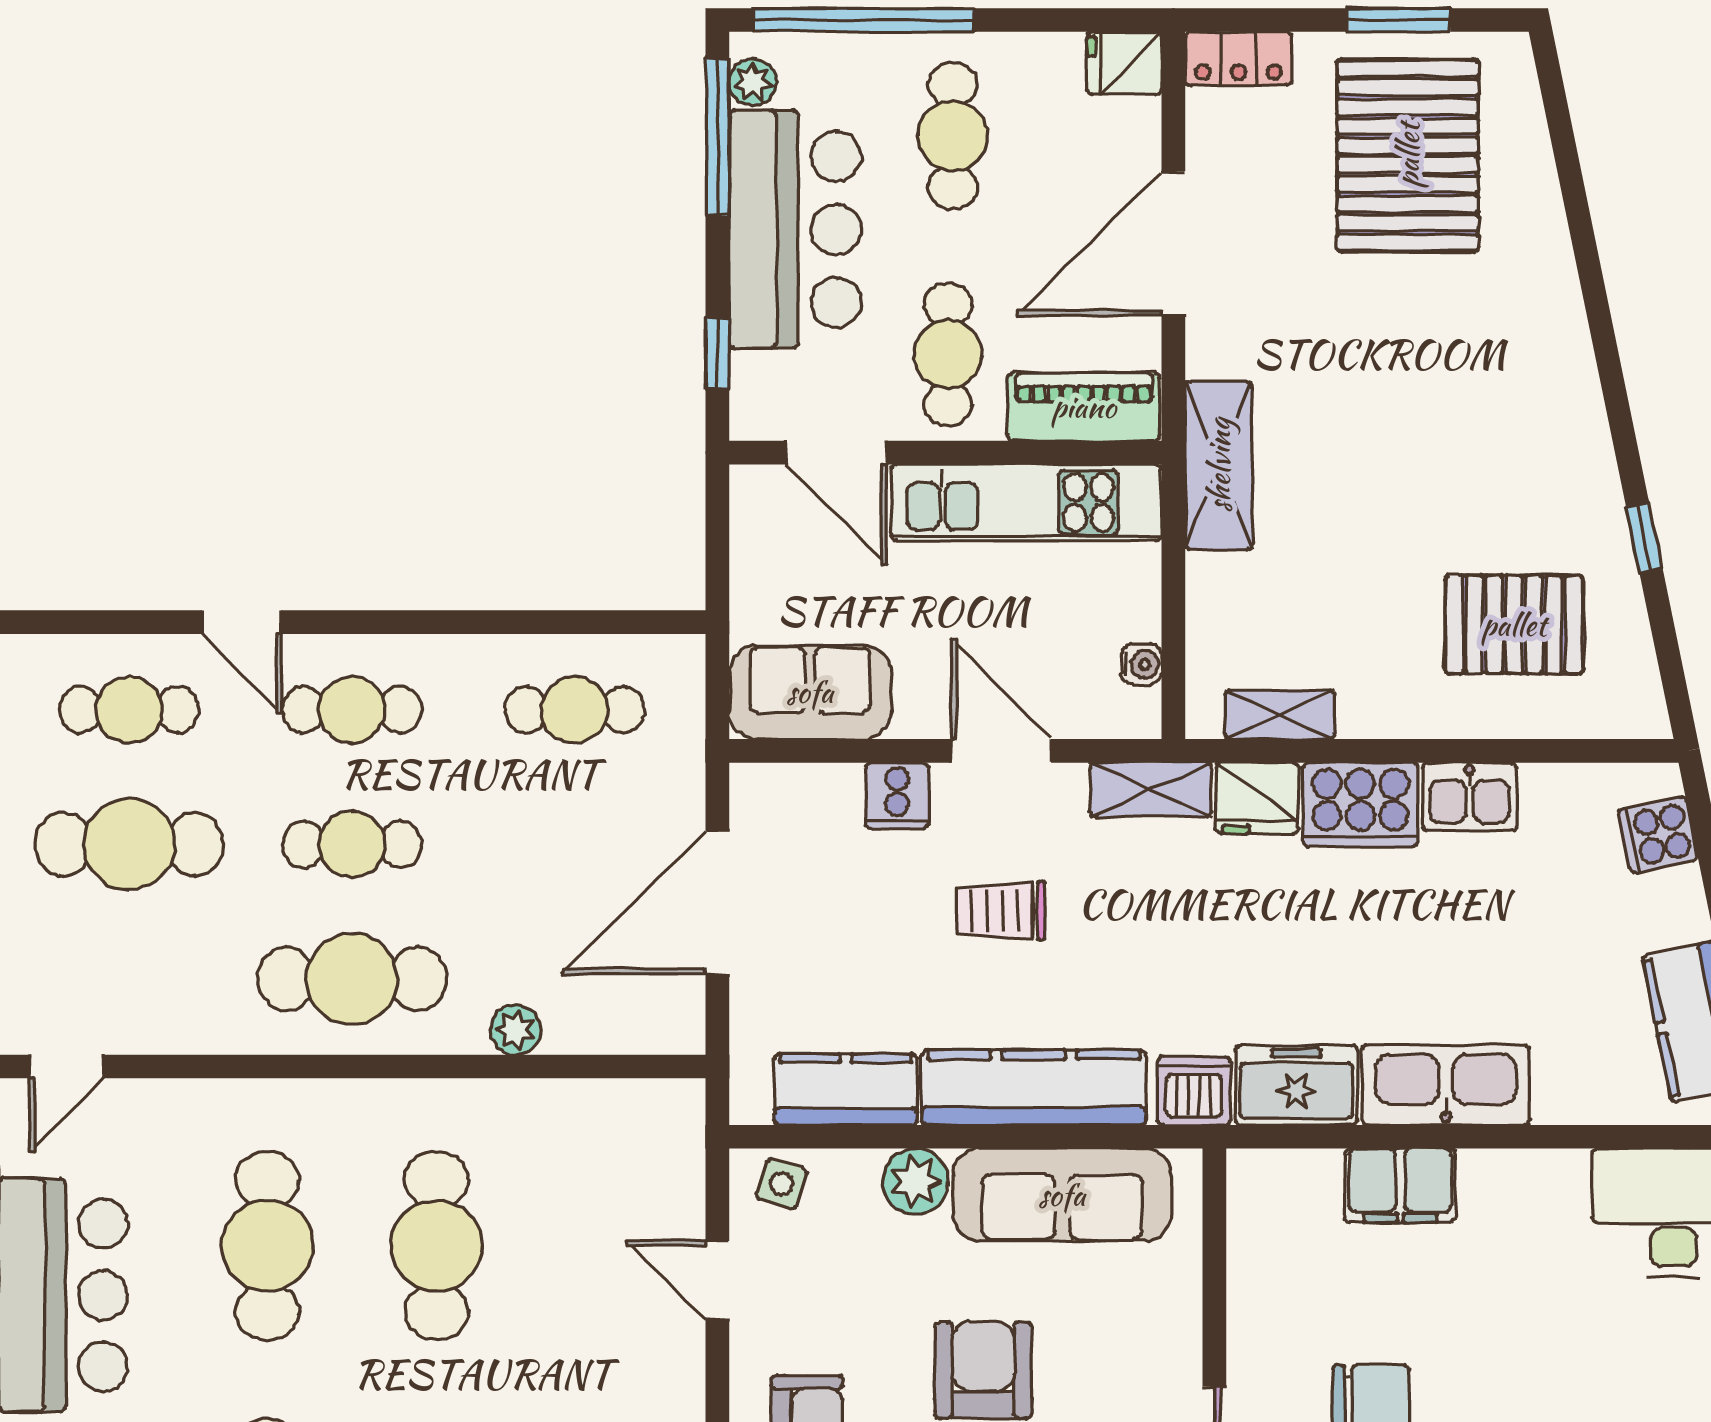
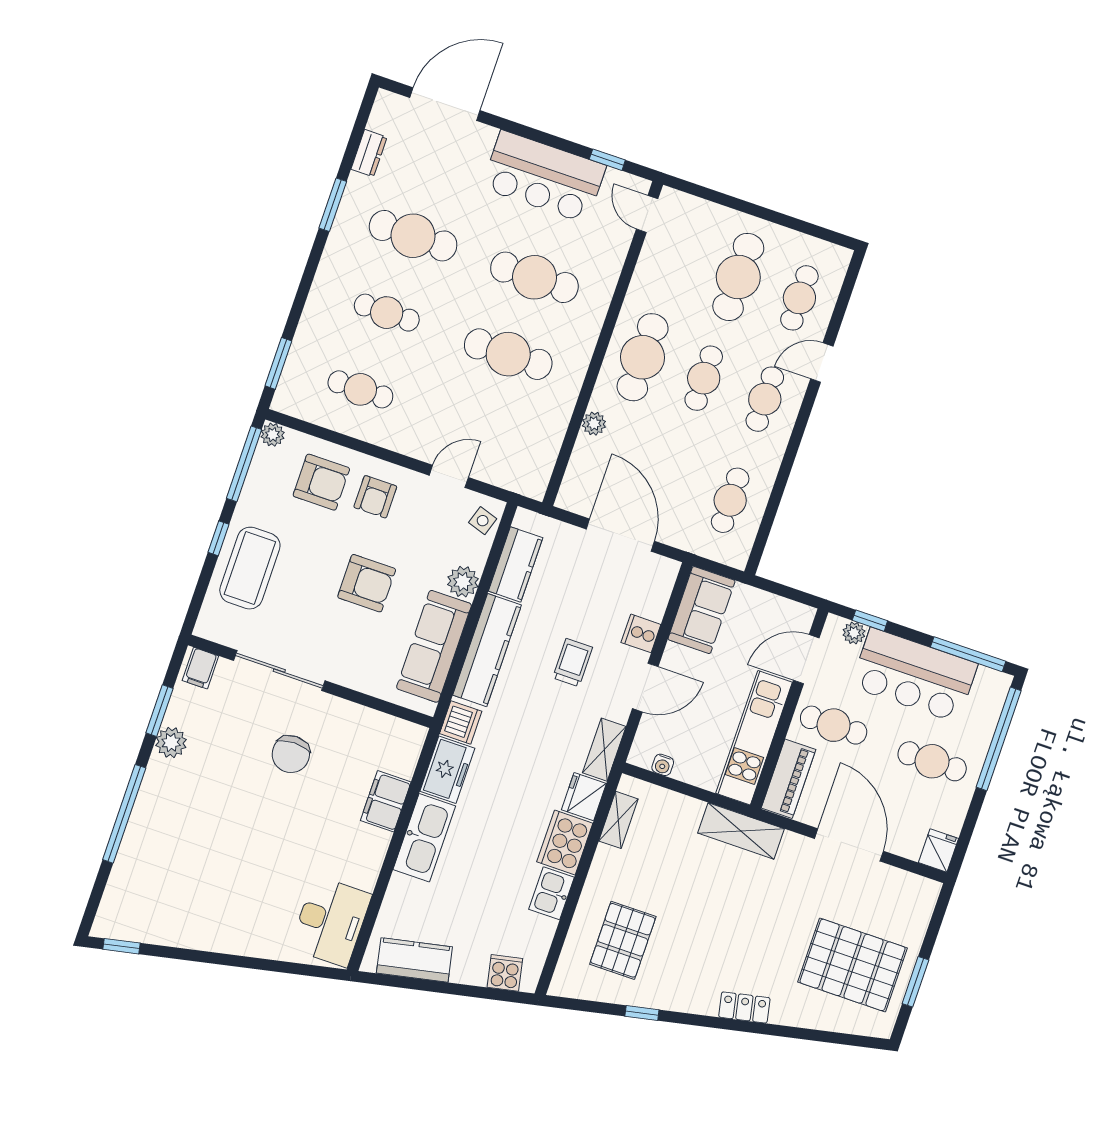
locker: (1238, 59) -> (744, 1007), moved, turned 78
plant: (753, 82) -> (854, 633), moved

